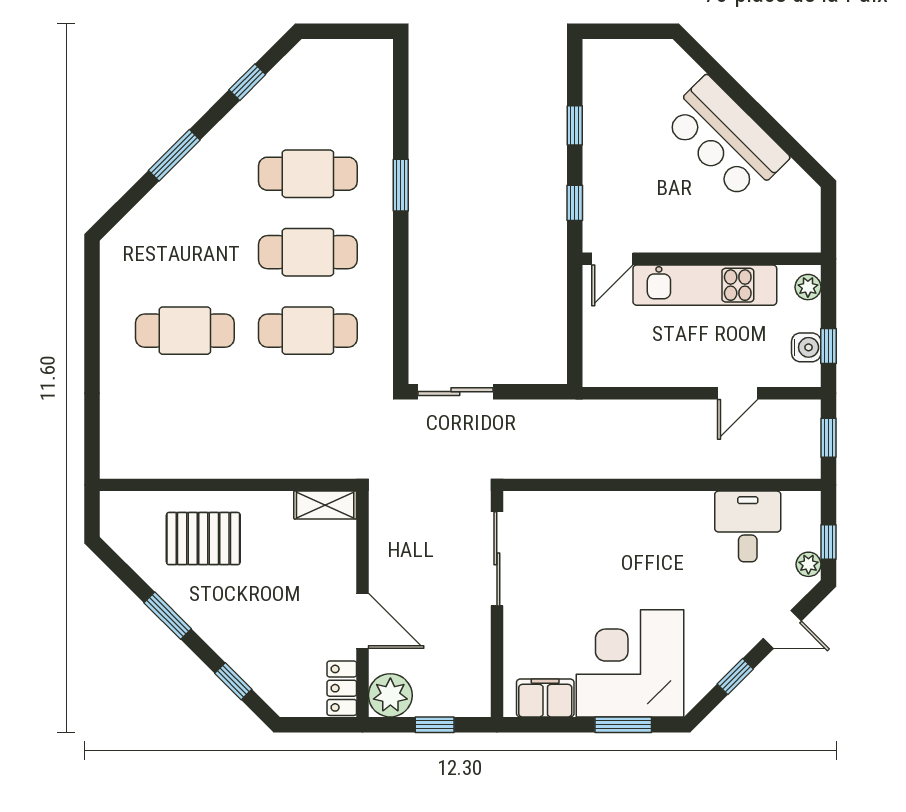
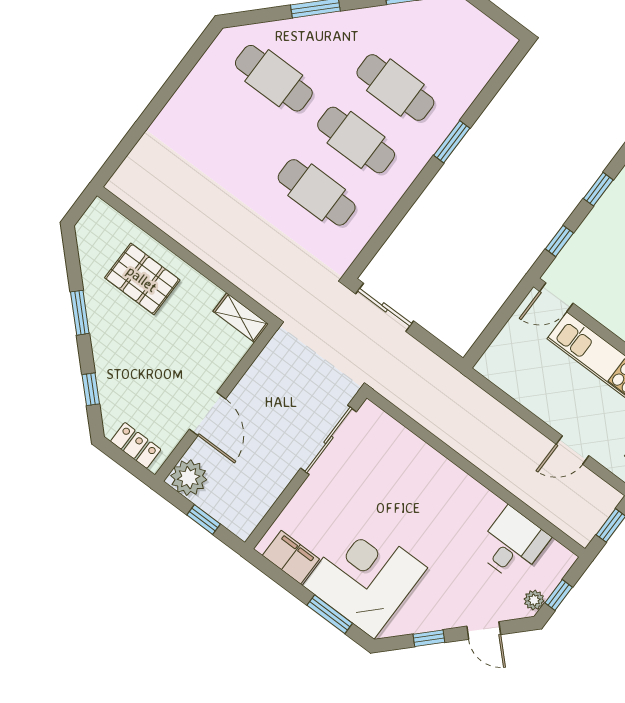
cafe table: (185, 331) -> (274, 78), moved
locker: (342, 688) -> (136, 445), moved, turned 90

